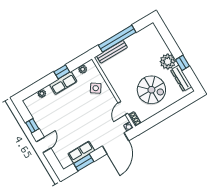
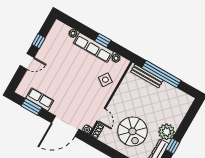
row of seats: (63, 83) -> (93, 47), width x1.48
door: (123, 108) -> (101, 115), swing flipped

